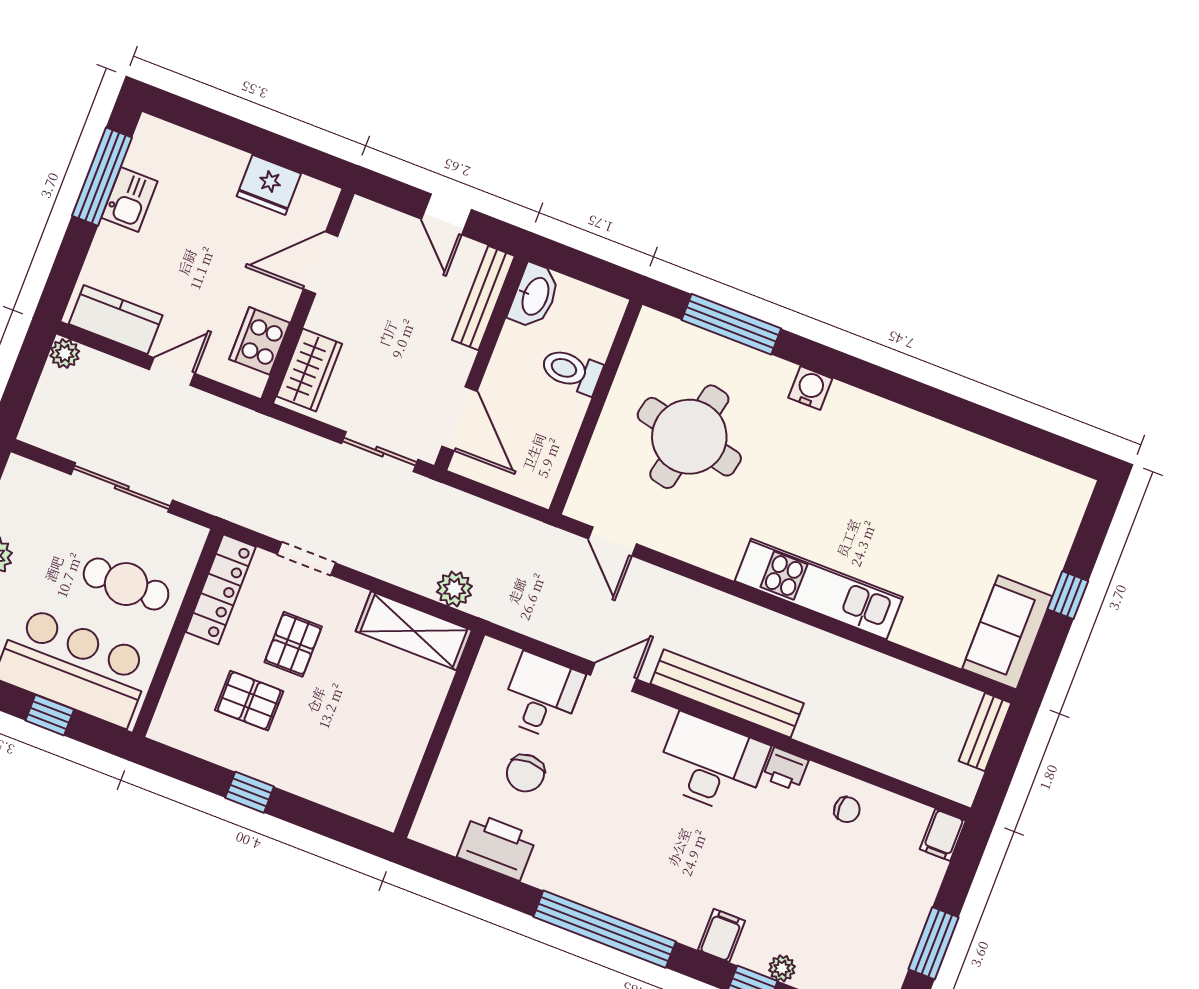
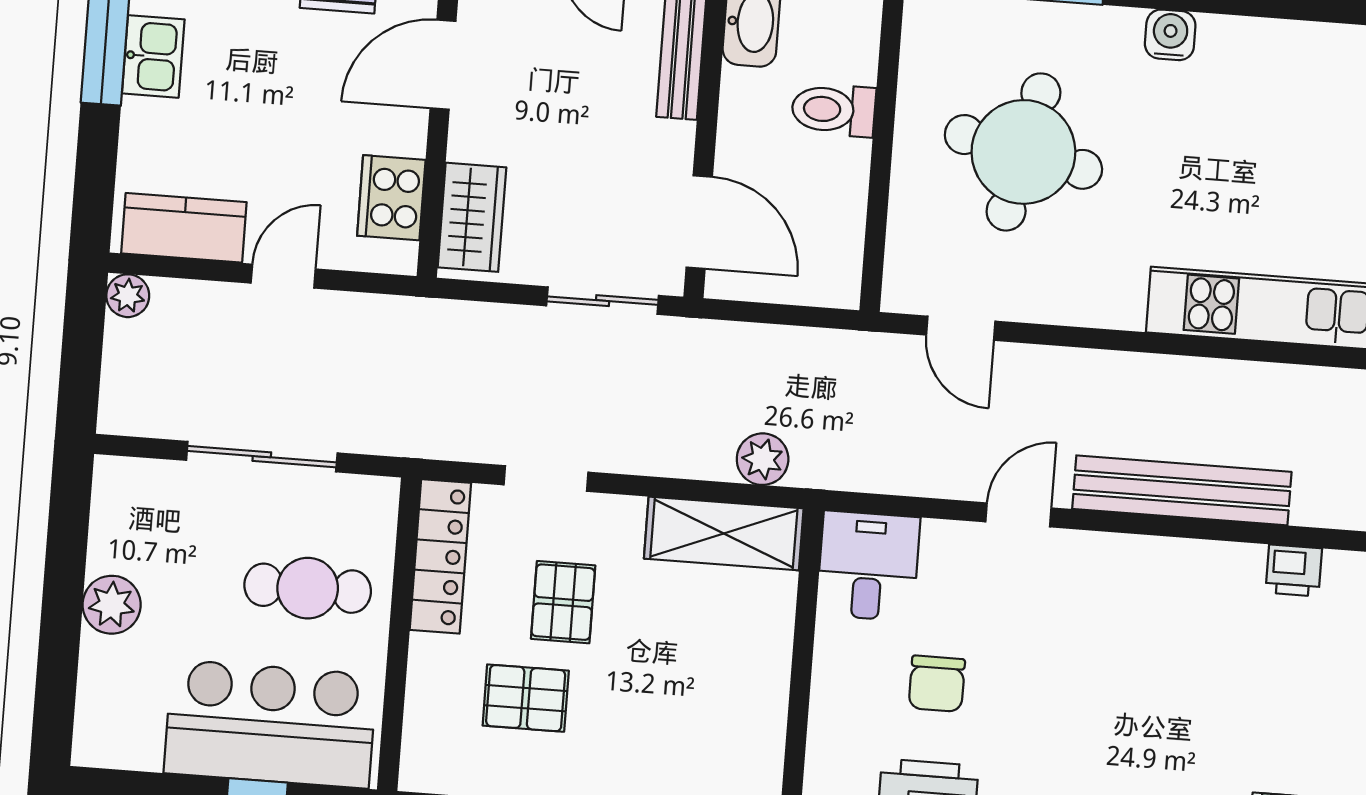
desk: (542, 696) -> (868, 566), moved
desk: (712, 764) -> (1190, 594), removed

